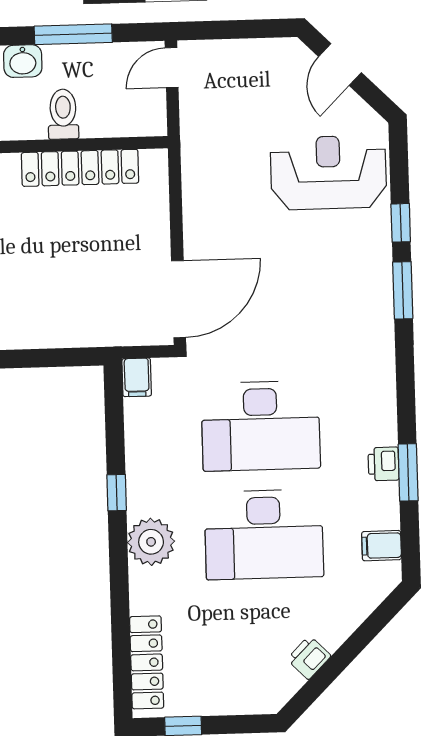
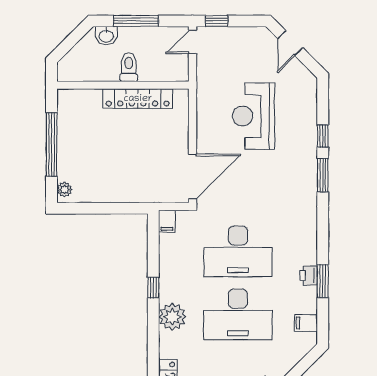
window: (212, 30) -> (217, 21), added
reception desk: (328, 173) -> (253, 116), moved, turned -90

